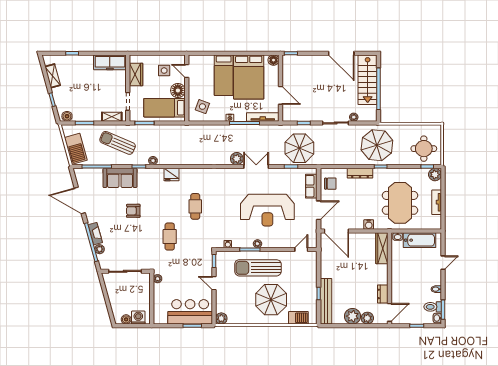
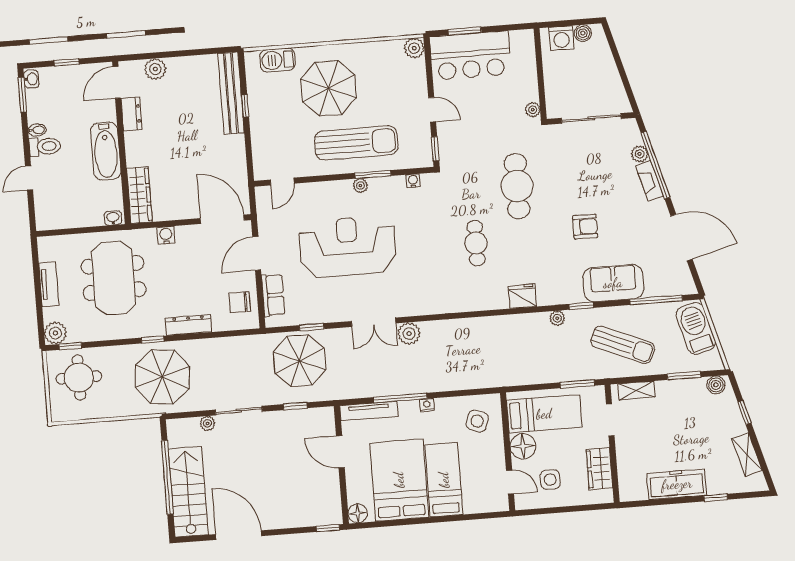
freezer: (110, 62) -> (677, 484), moved
cafe table: (170, 237) -> (517, 186), width x1.37, depth x1.35
bathtub: (420, 240) -> (106, 151), moved, turned -90
toilet: (433, 307) -> (45, 146), moved
plant: (353, 316) -> (182, 70), removed

